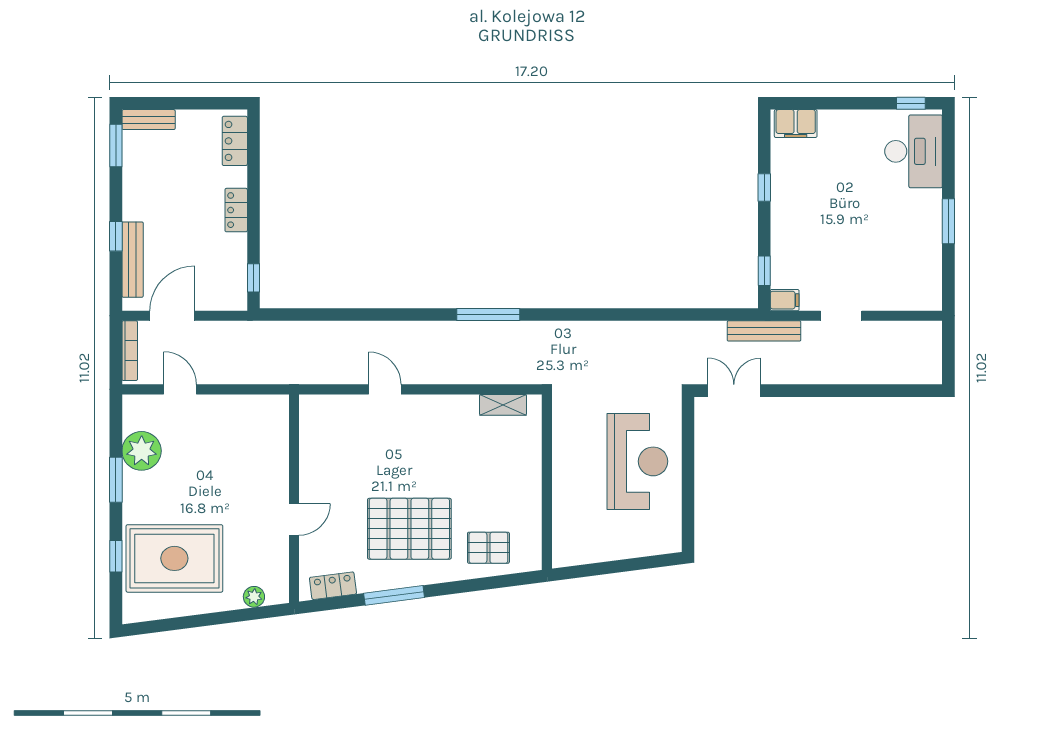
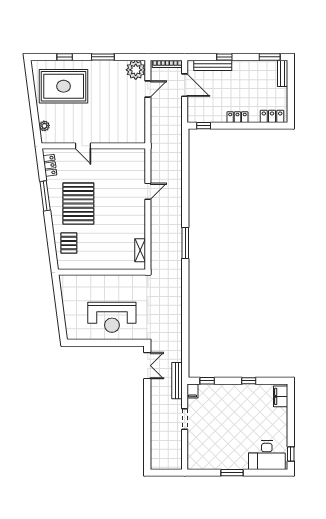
plant: (142, 451) -> (136, 70), moved
rug: (174, 558) -> (64, 86), turned 90

